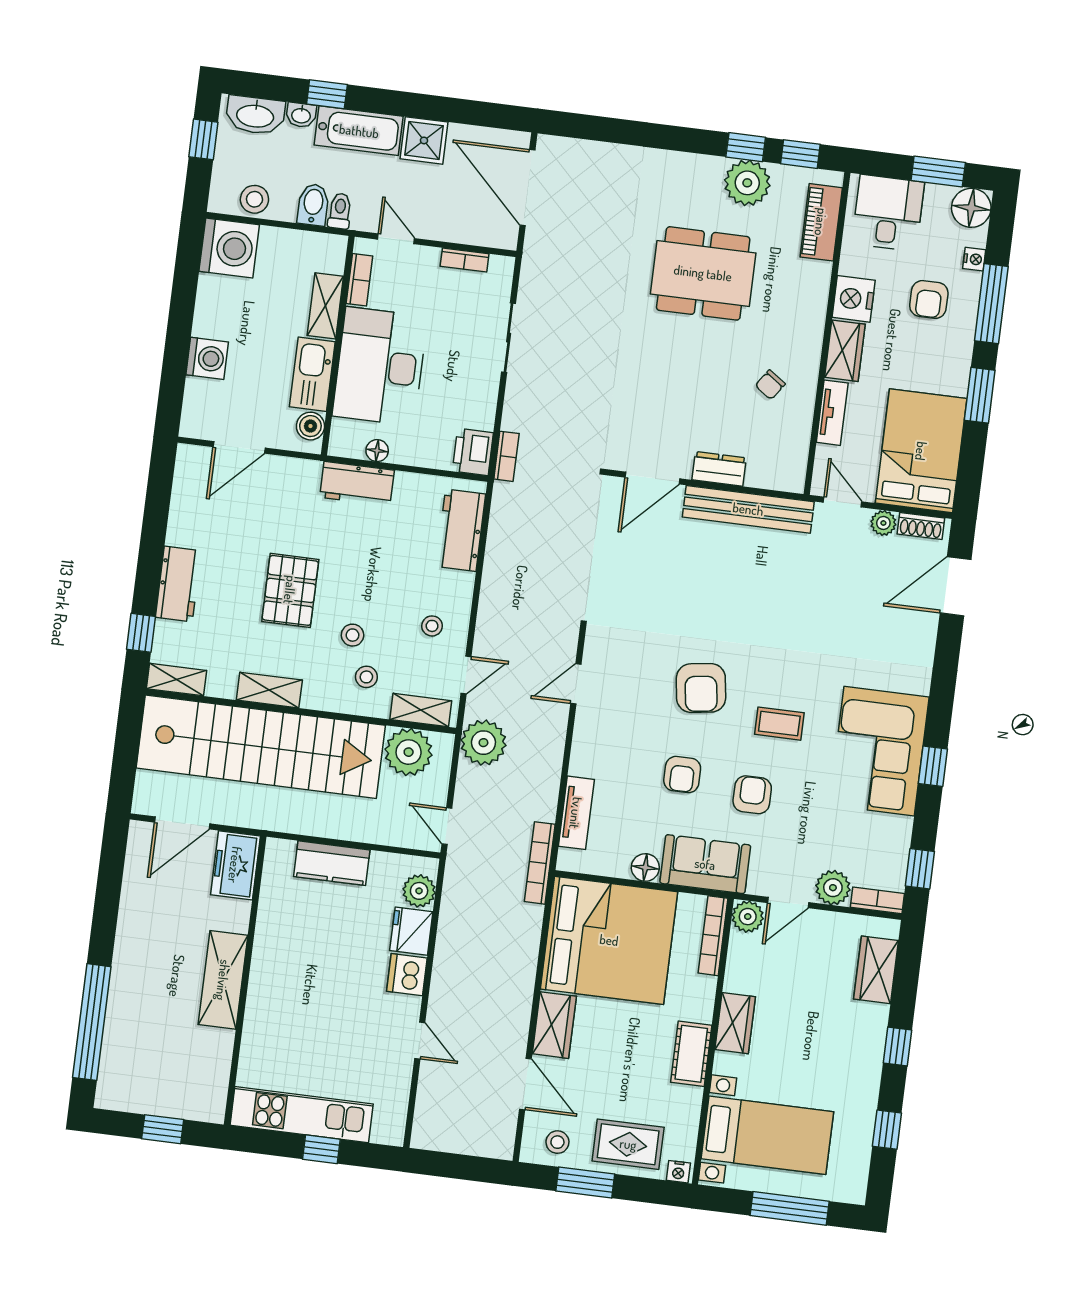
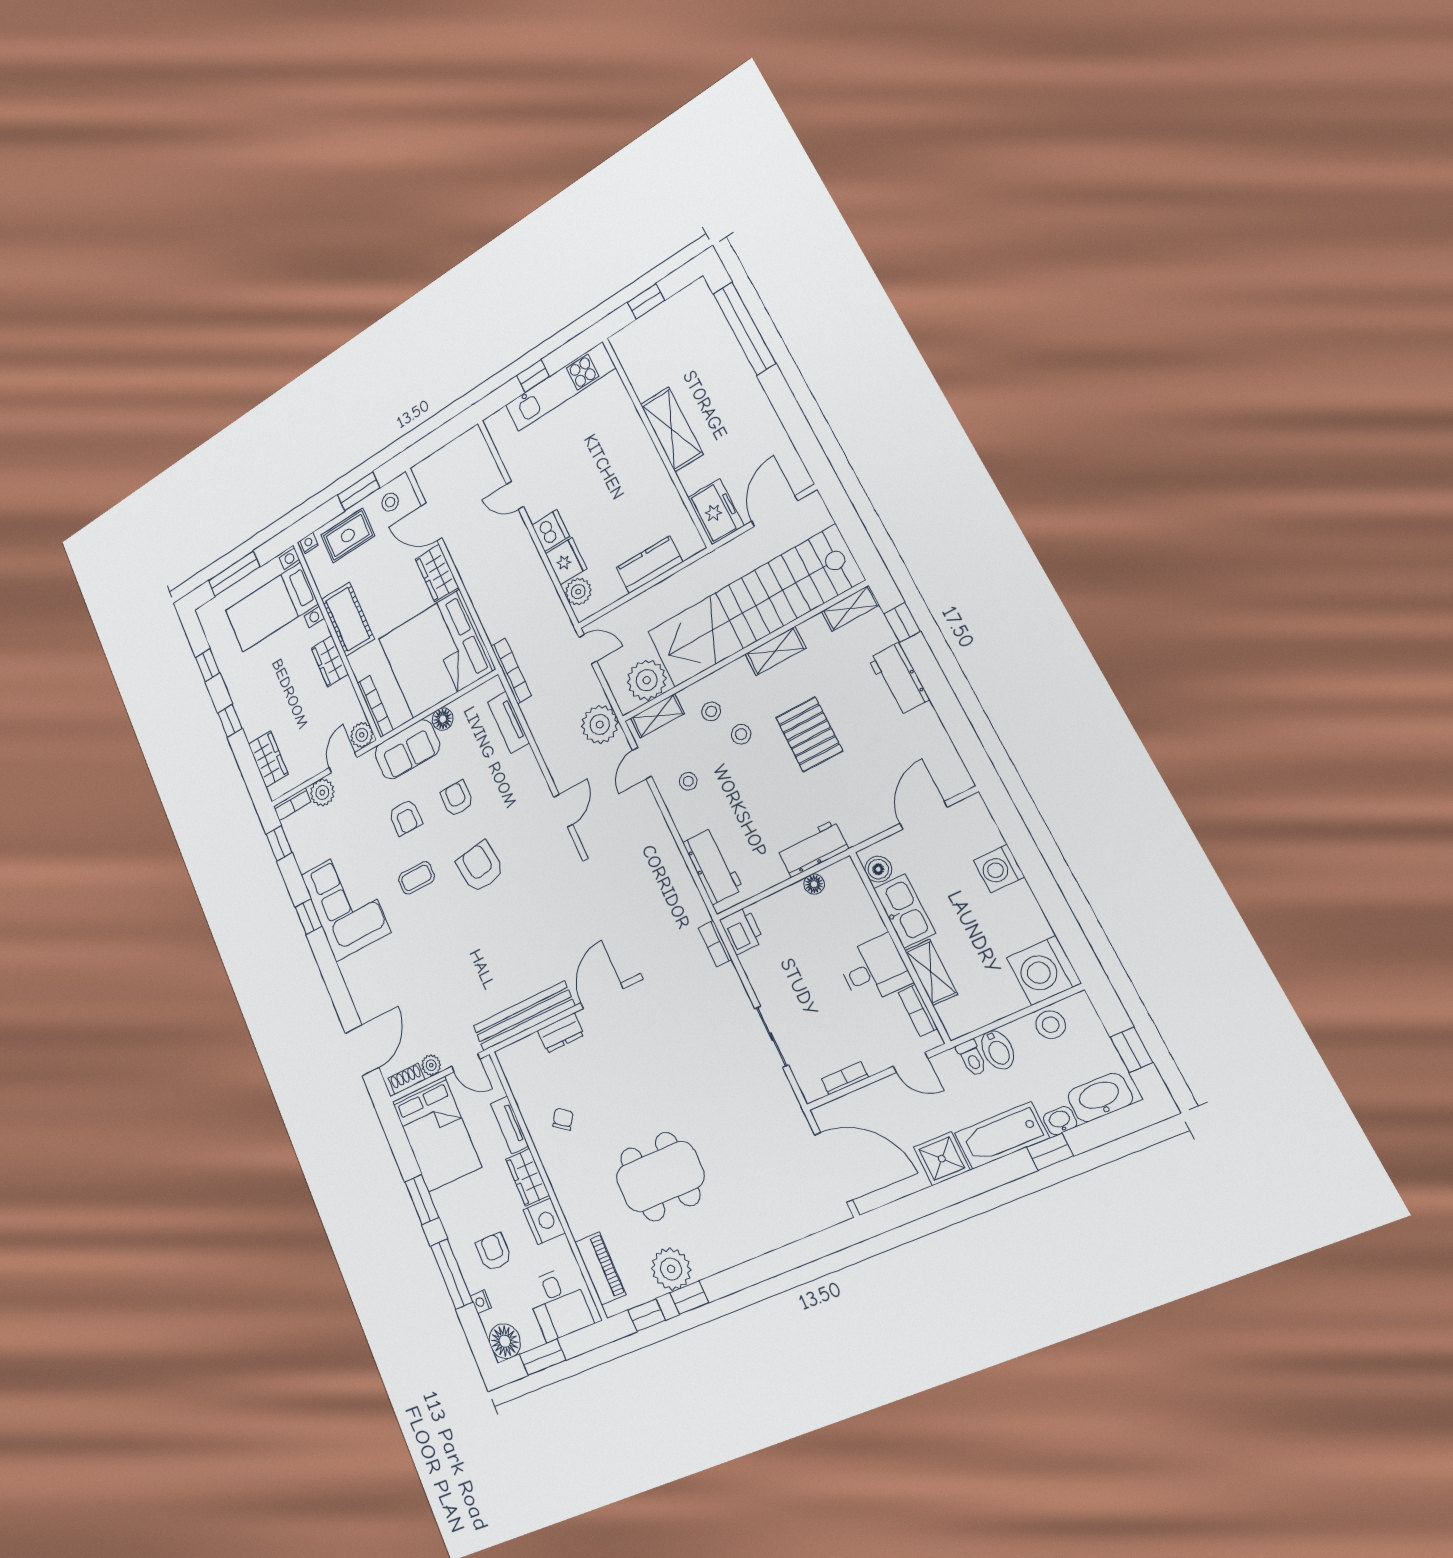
desk: (380, 366) -> (874, 970), width x0.53, depth x0.77
cot: (691, 1054) -> (348, 619), width x1.37, depth x1.34

